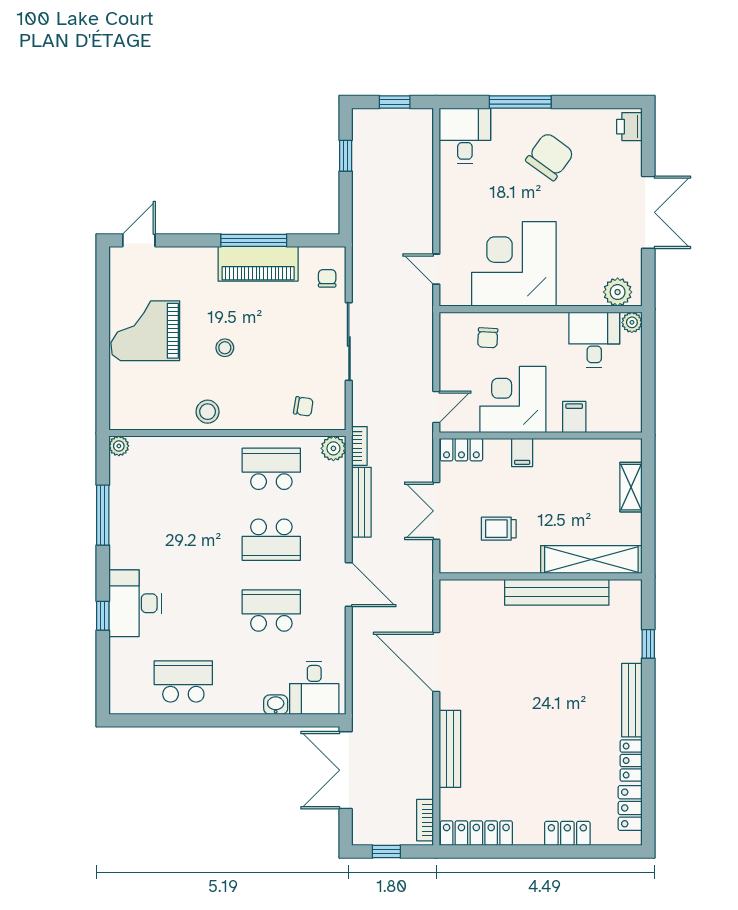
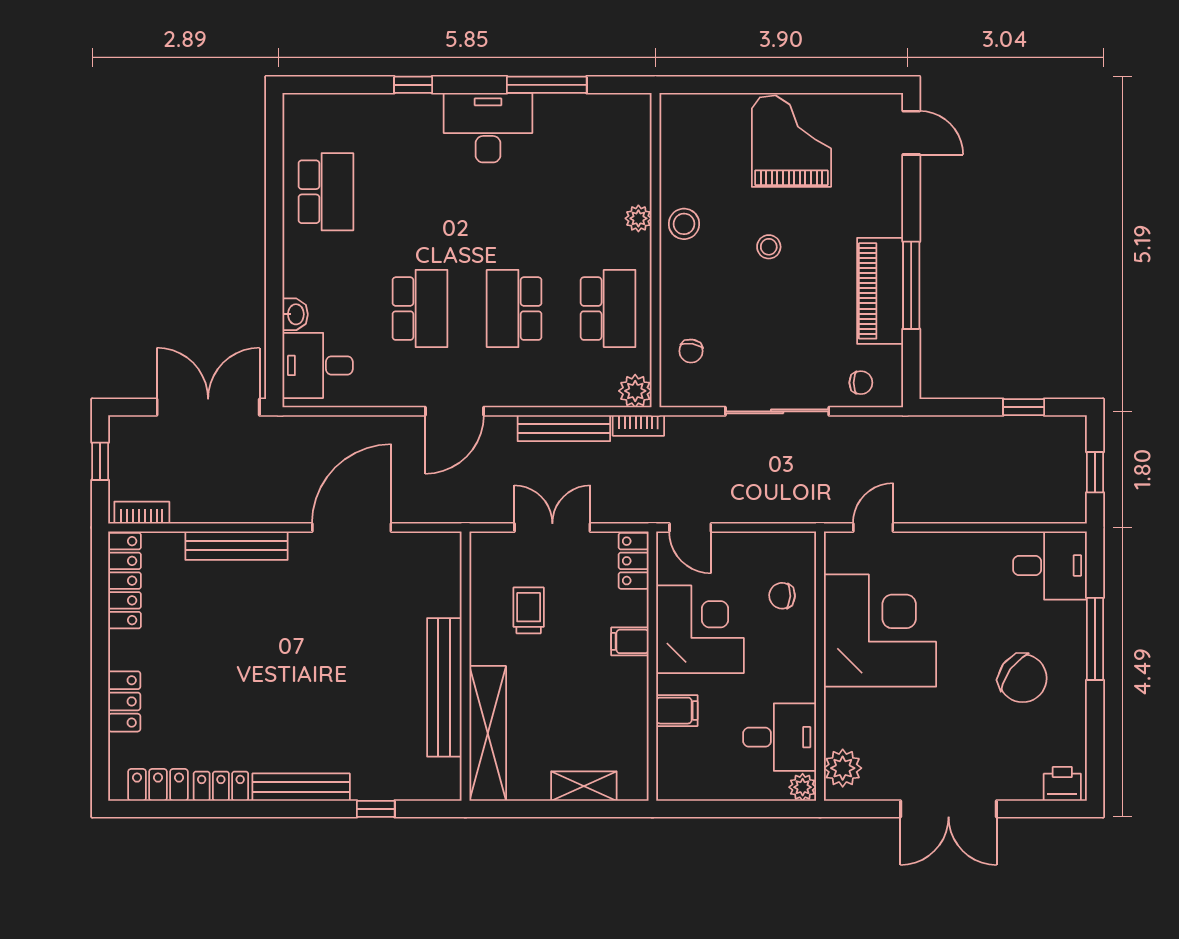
plant: (119, 446) -> (638, 218), moved
desk: (135, 603) -> (488, 128), moved

